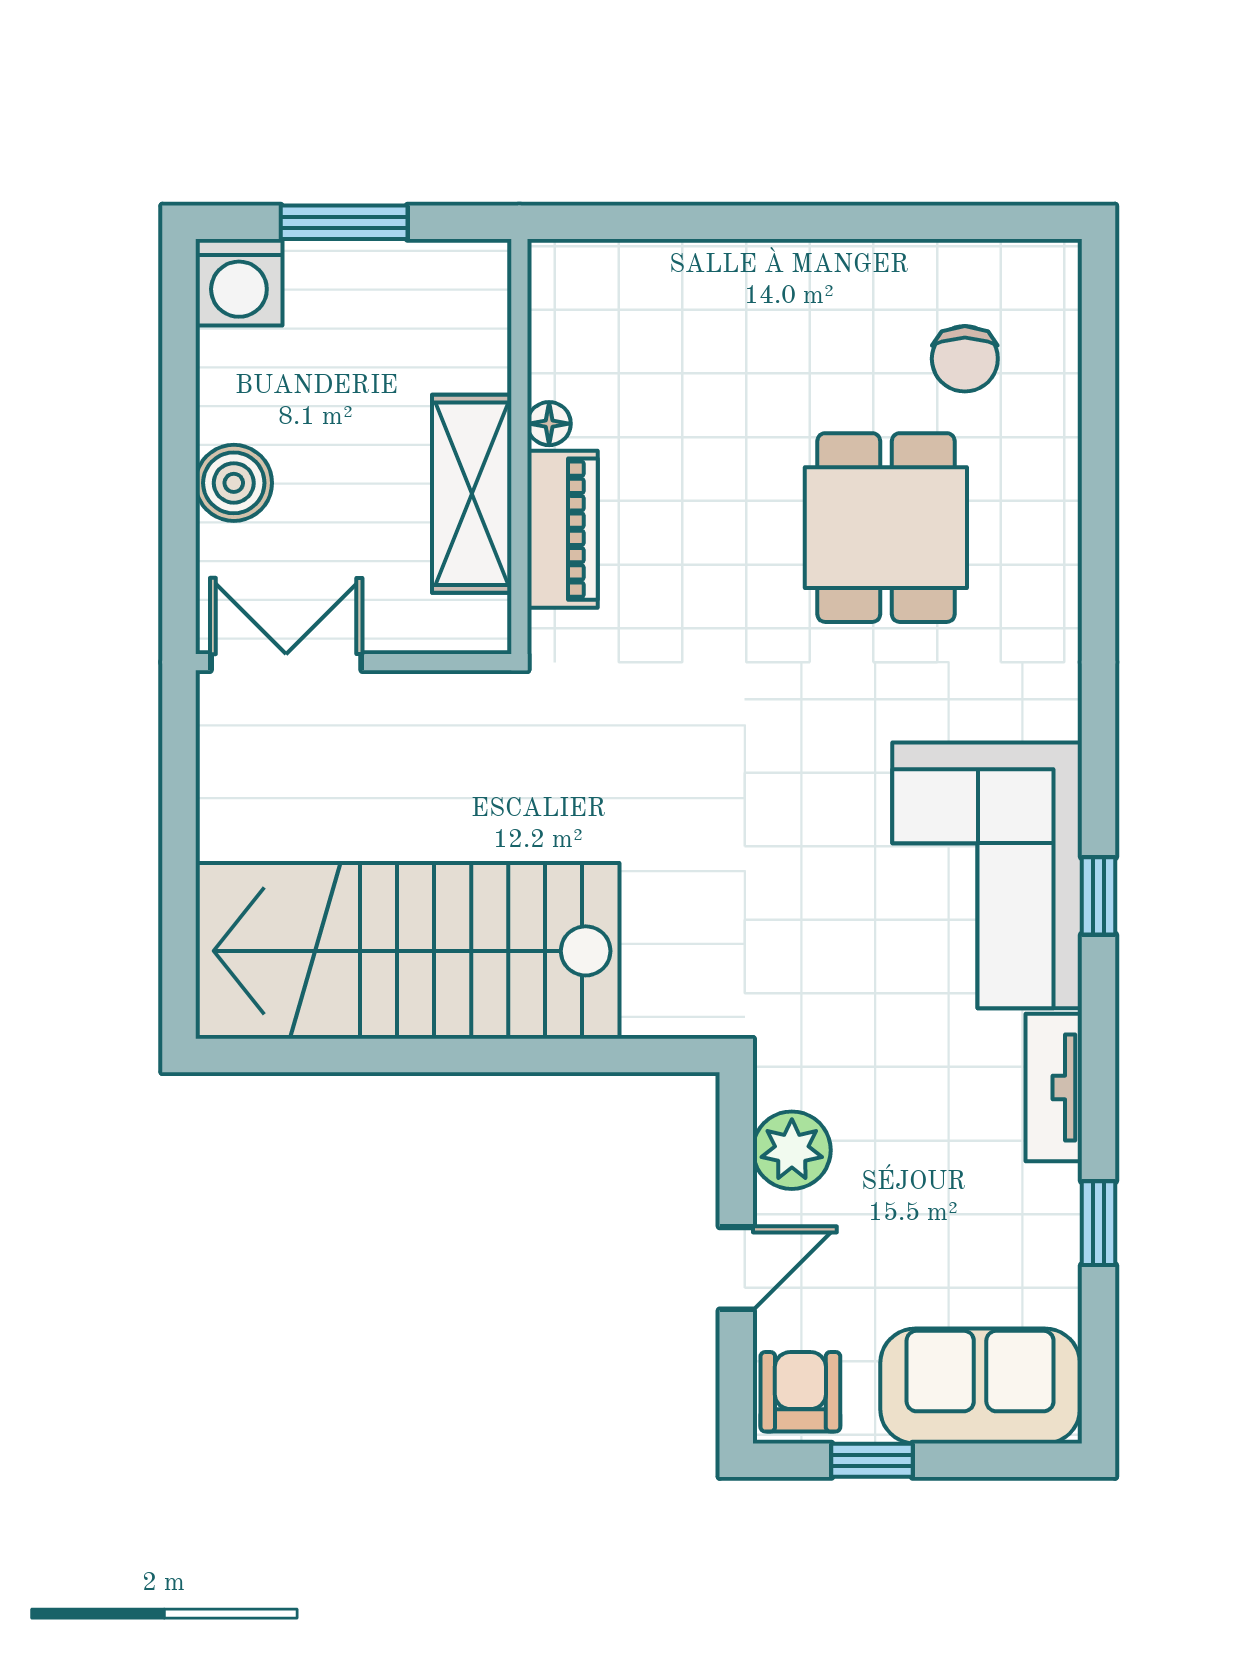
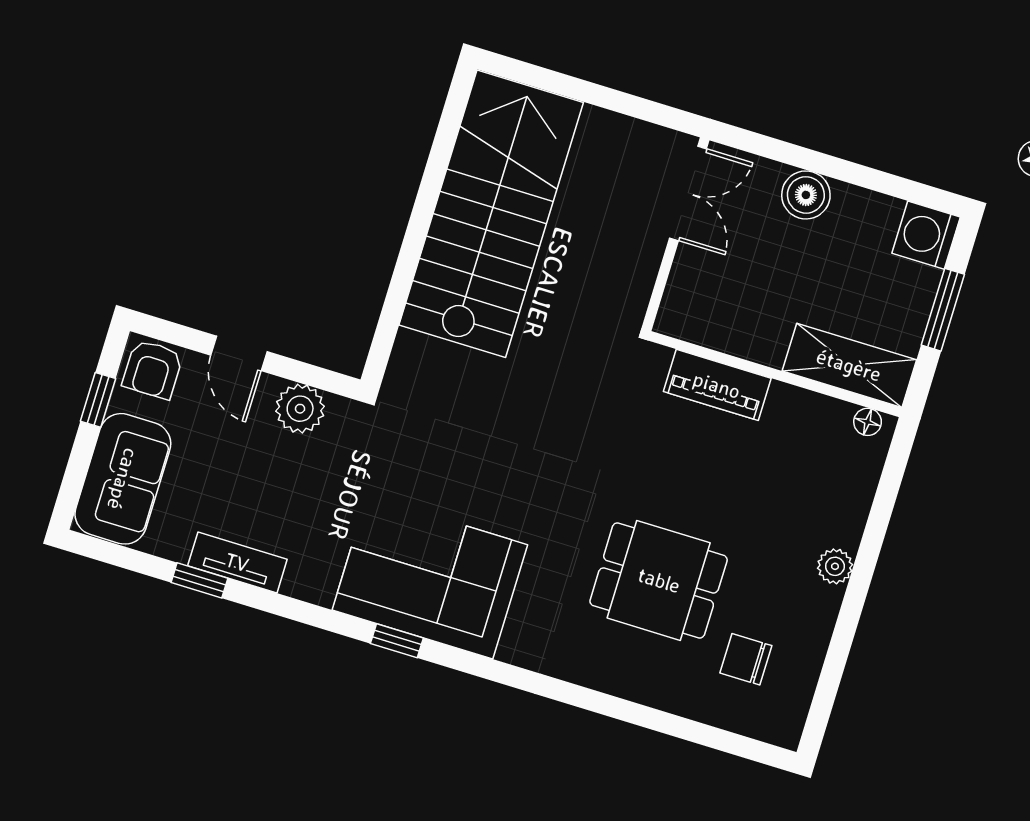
plant: (783, 267) -> (835, 566), added
floor lamp: (549, 424) -> (868, 422), moved
shelving: (472, 494) -> (849, 365), moved
tv unit: (1054, 1087) -> (237, 562), moved
armchair: (800, 1392) -> (153, 369), turned 90

